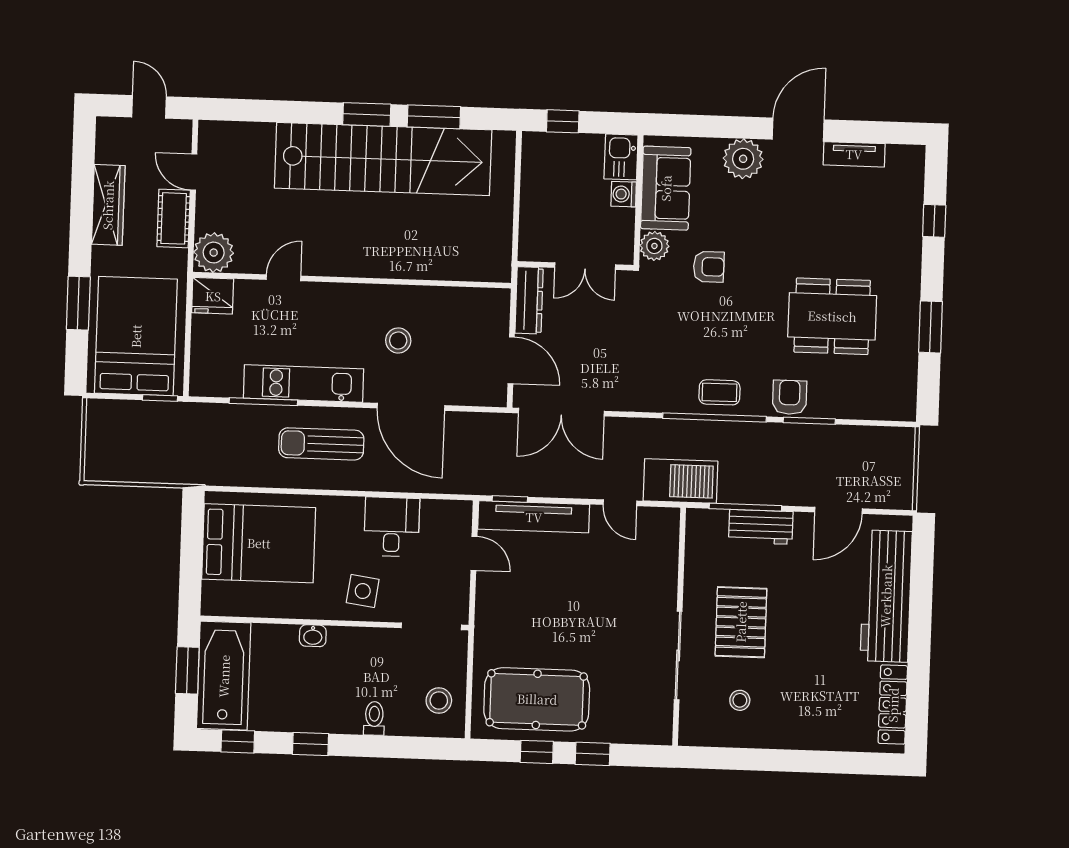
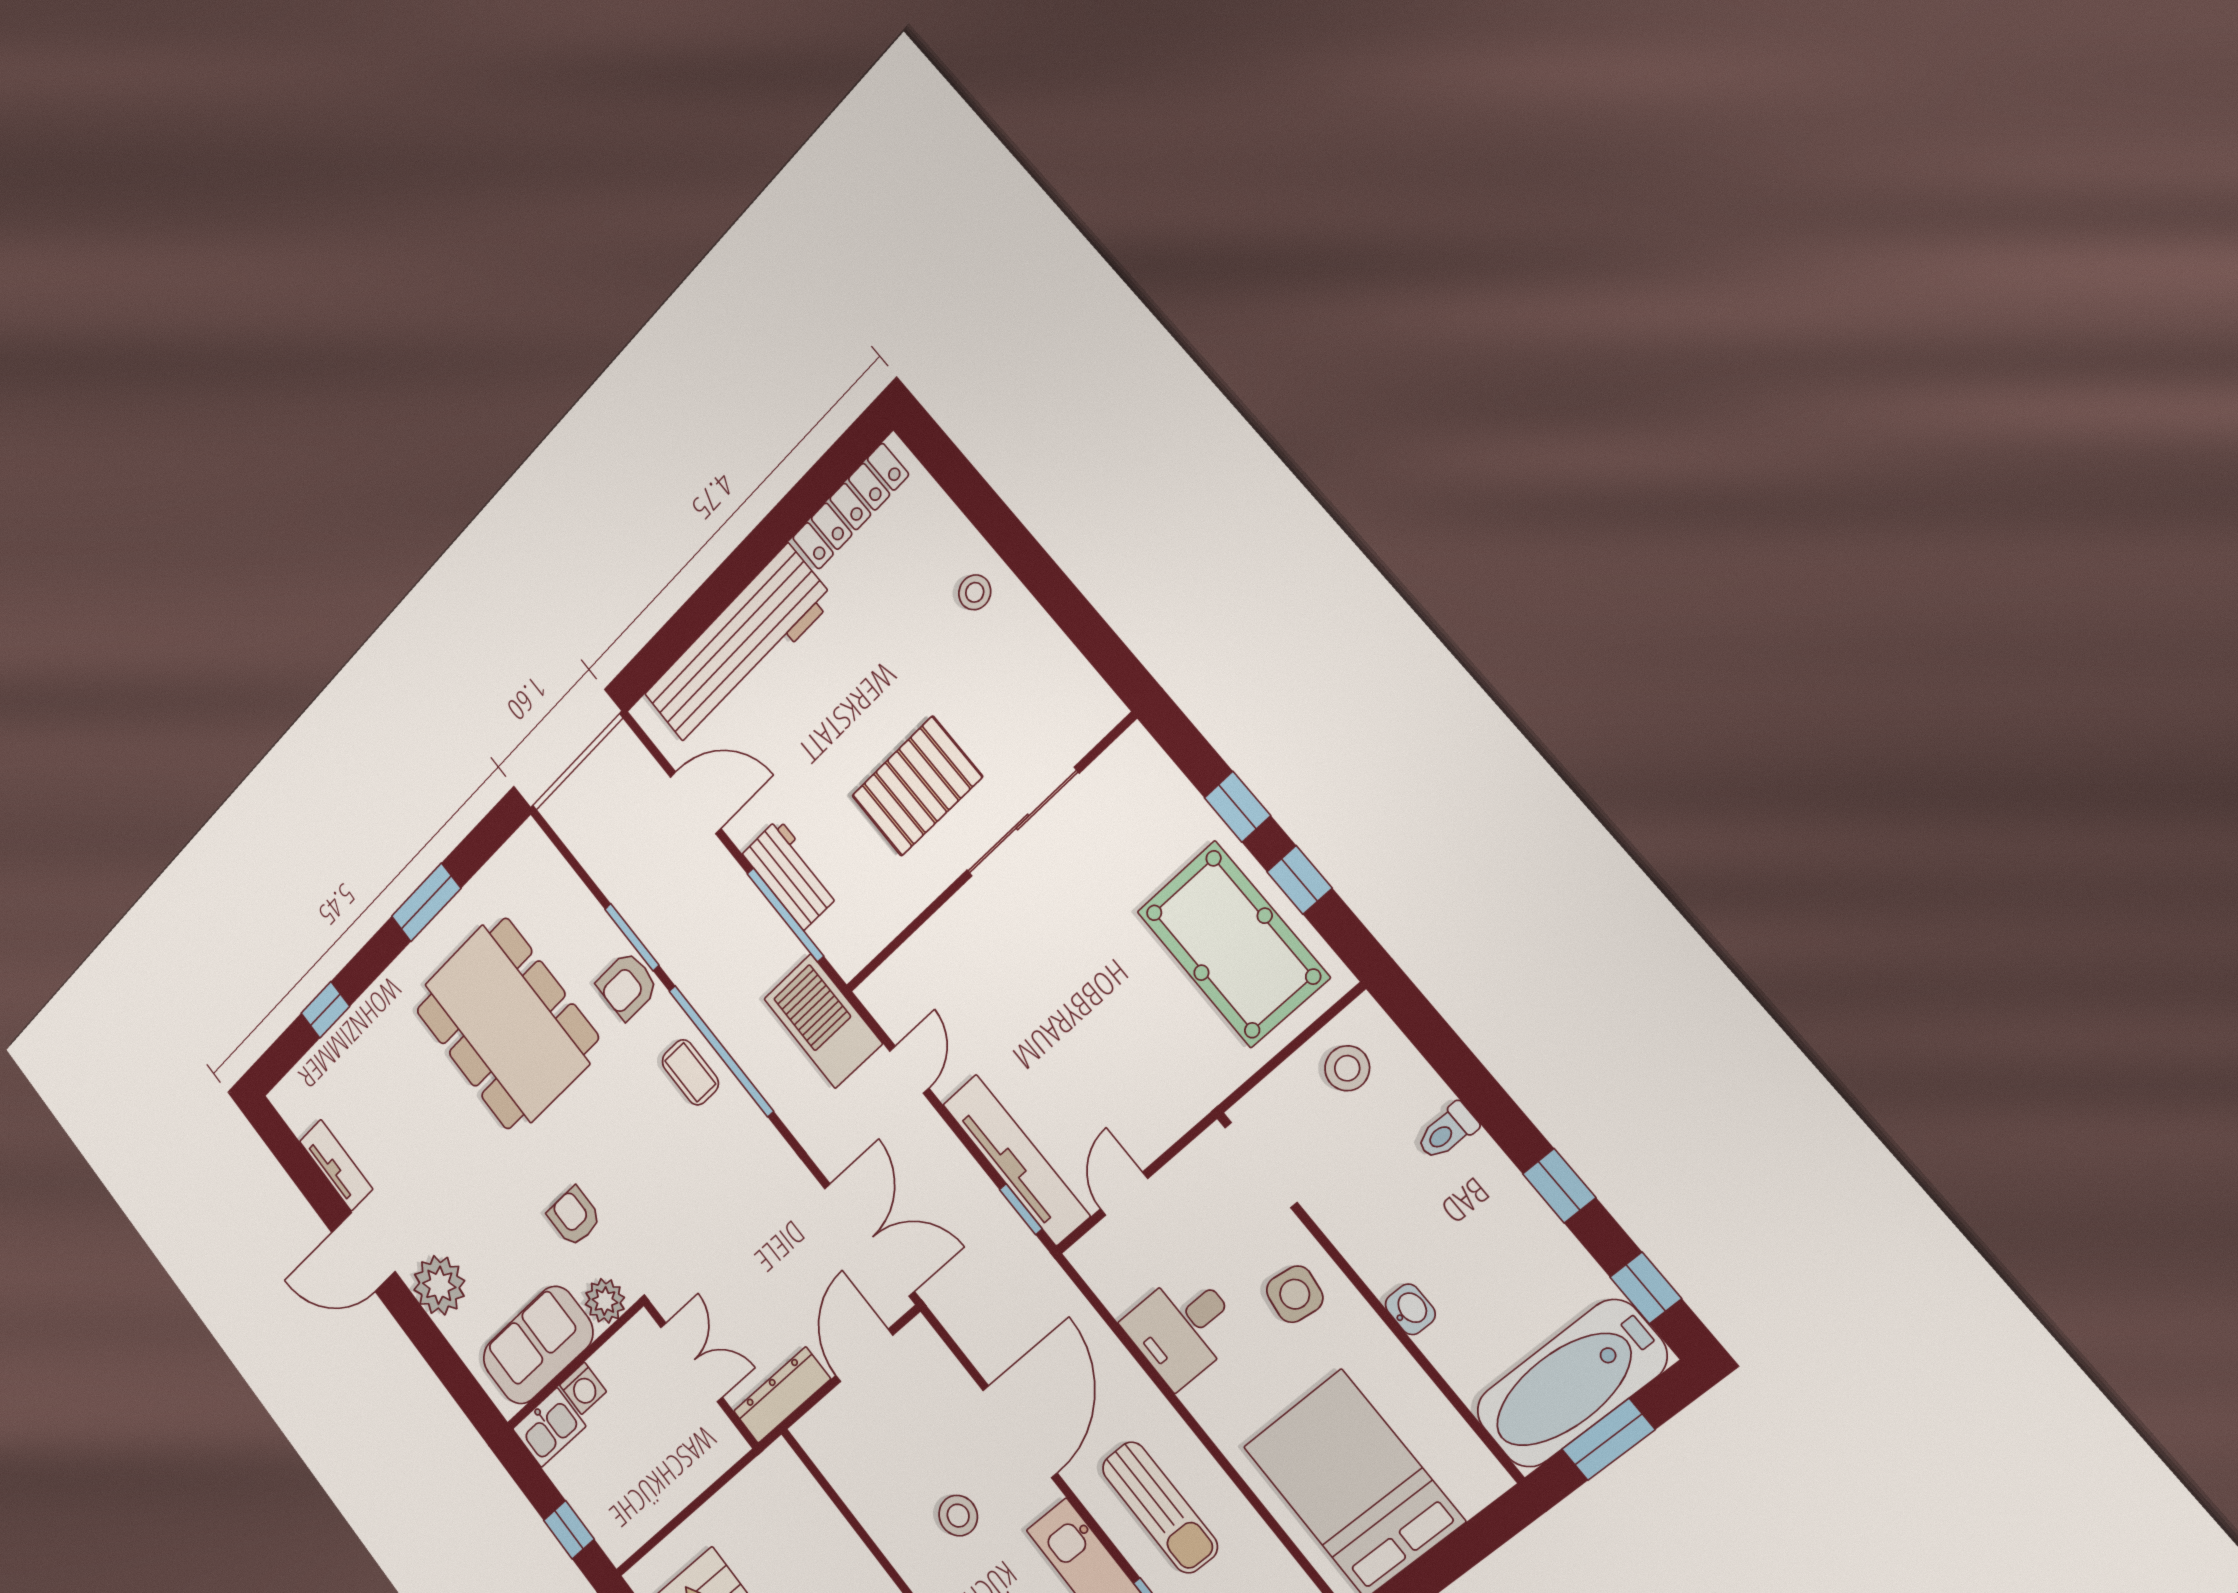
dining table: (832, 316) -> (507, 1024), width x1.36, depth x1.24
stool: (740, 700) -> (975, 592), moved

